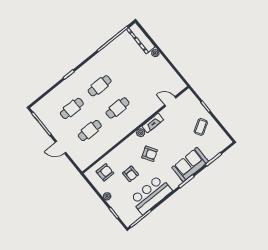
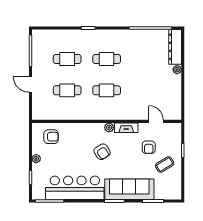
sofa: (190, 165) -> (129, 189), width x1.36
armchair: (131, 174) -> (149, 147), moved
bar counter: (151, 195) -> (75, 188), width x1.36

